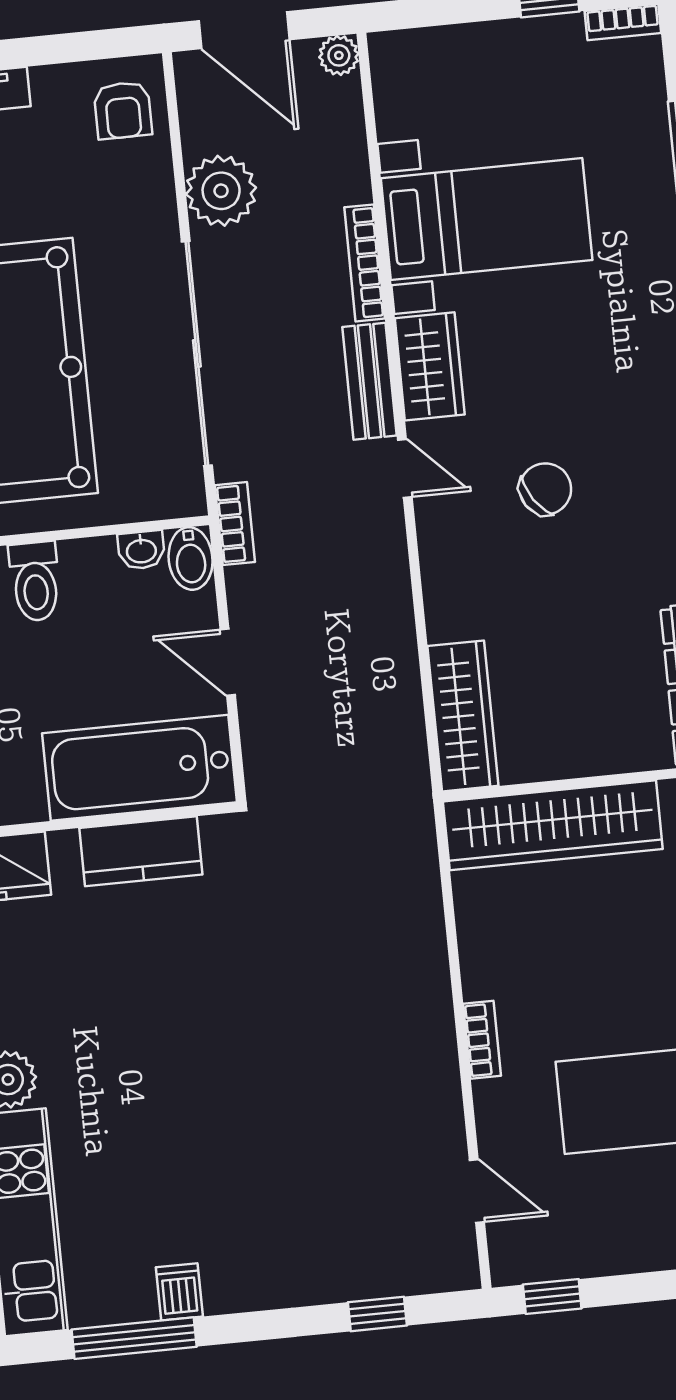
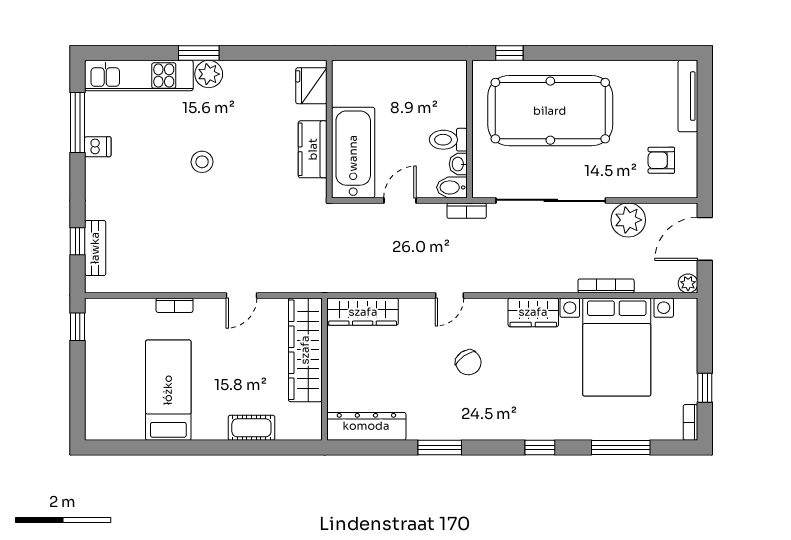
armchair: (123, 110) -> (661, 160), moved
bed with nightstands: (487, 219) -> (617, 347), width x1.36
bookcase: (365, 263) -> (606, 286), moved
bench: (369, 381) -> (95, 248), moved, turned 90
door: (405, 468) -> (450, 295), moved
toilet: (35, 581) -> (448, 140), moved
bookcase: (482, 1040) -> (175, 305), moved
stool: (189, 1075) -> (202, 162), added
door: (477, 1191) -> (241, 295), moved

